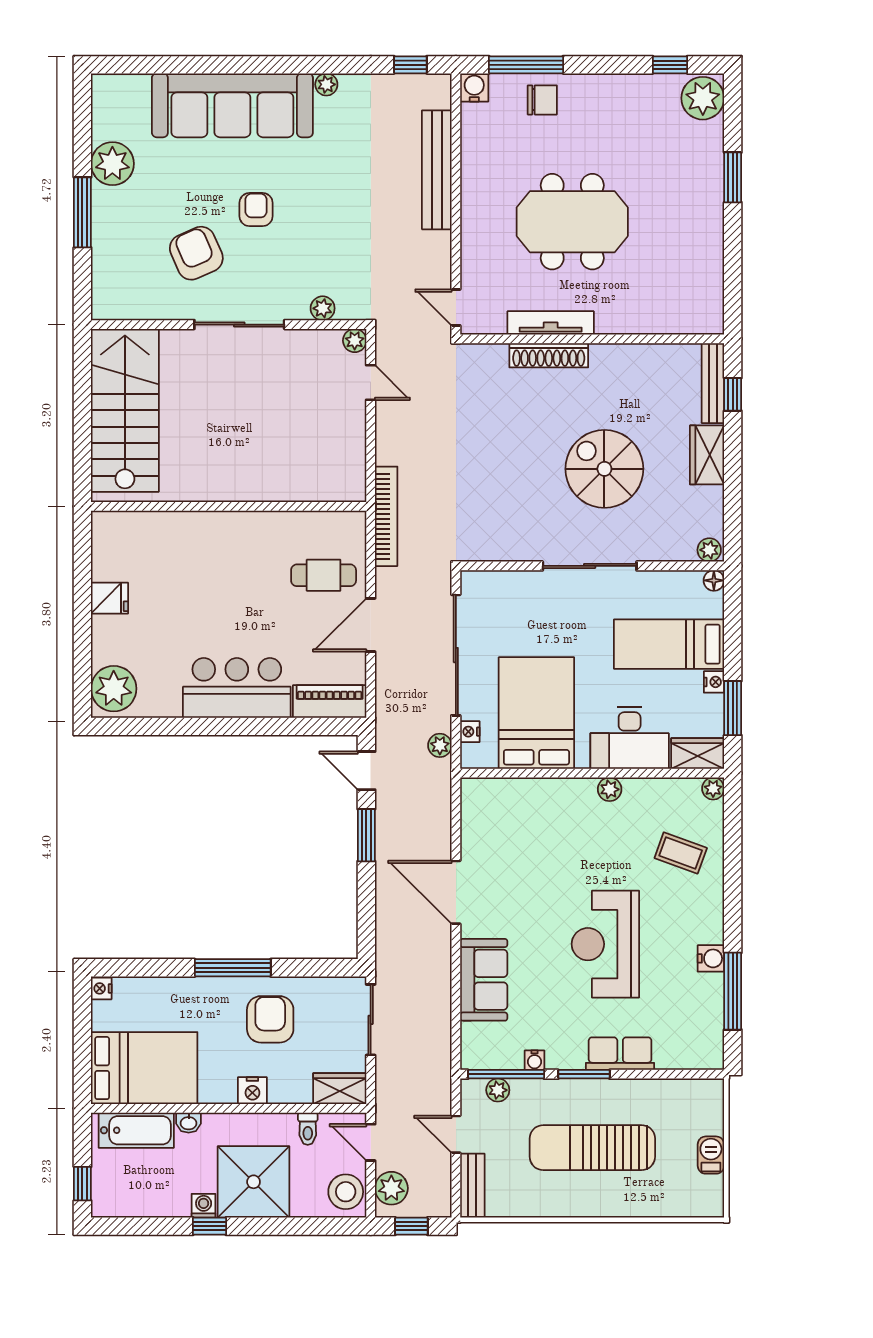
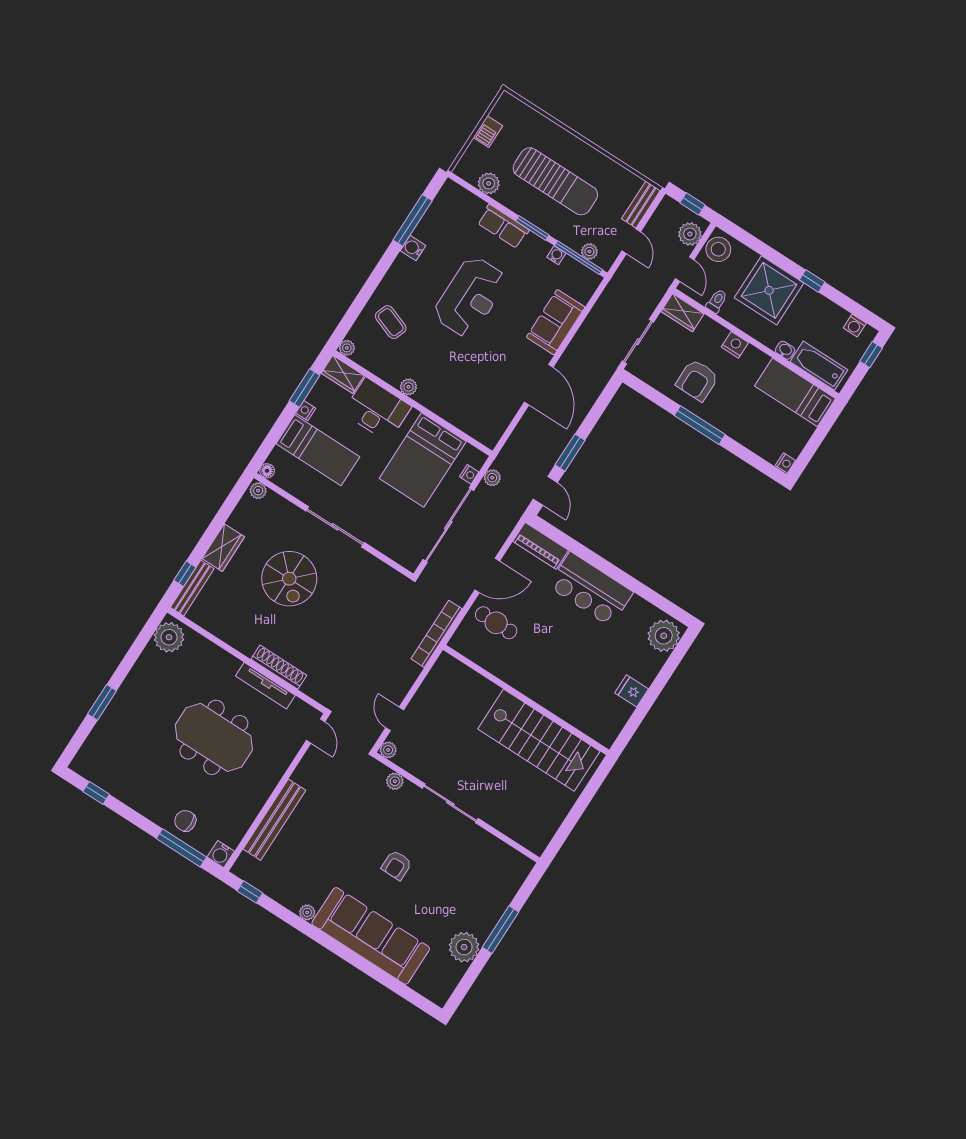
plant: (703, 98) -> (169, 637), moved
armchair: (196, 253) -> (449, 862), removed
stairs: (125, 410) -> (539, 740), moved, turned -90
bed: (144, 1068) -> (795, 392), width x0.67
plant: (670, 1094) -> (489, 183), added
washing machine: (204, 1206) -> (855, 326), moved

